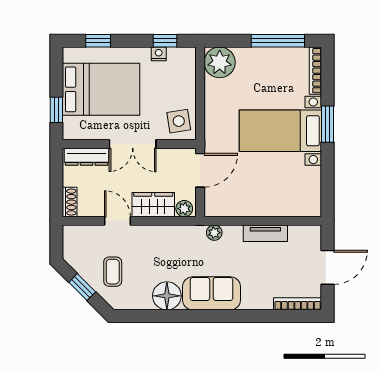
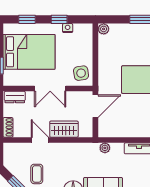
window: (165, 41) -> (59, 19), moved
plant: (220, 62) -> (104, 29), width x0.53, depth x0.53
dresser: (87, 157) -> (15, 97), width x0.70
plant: (184, 209) -> (85, 132), removed

